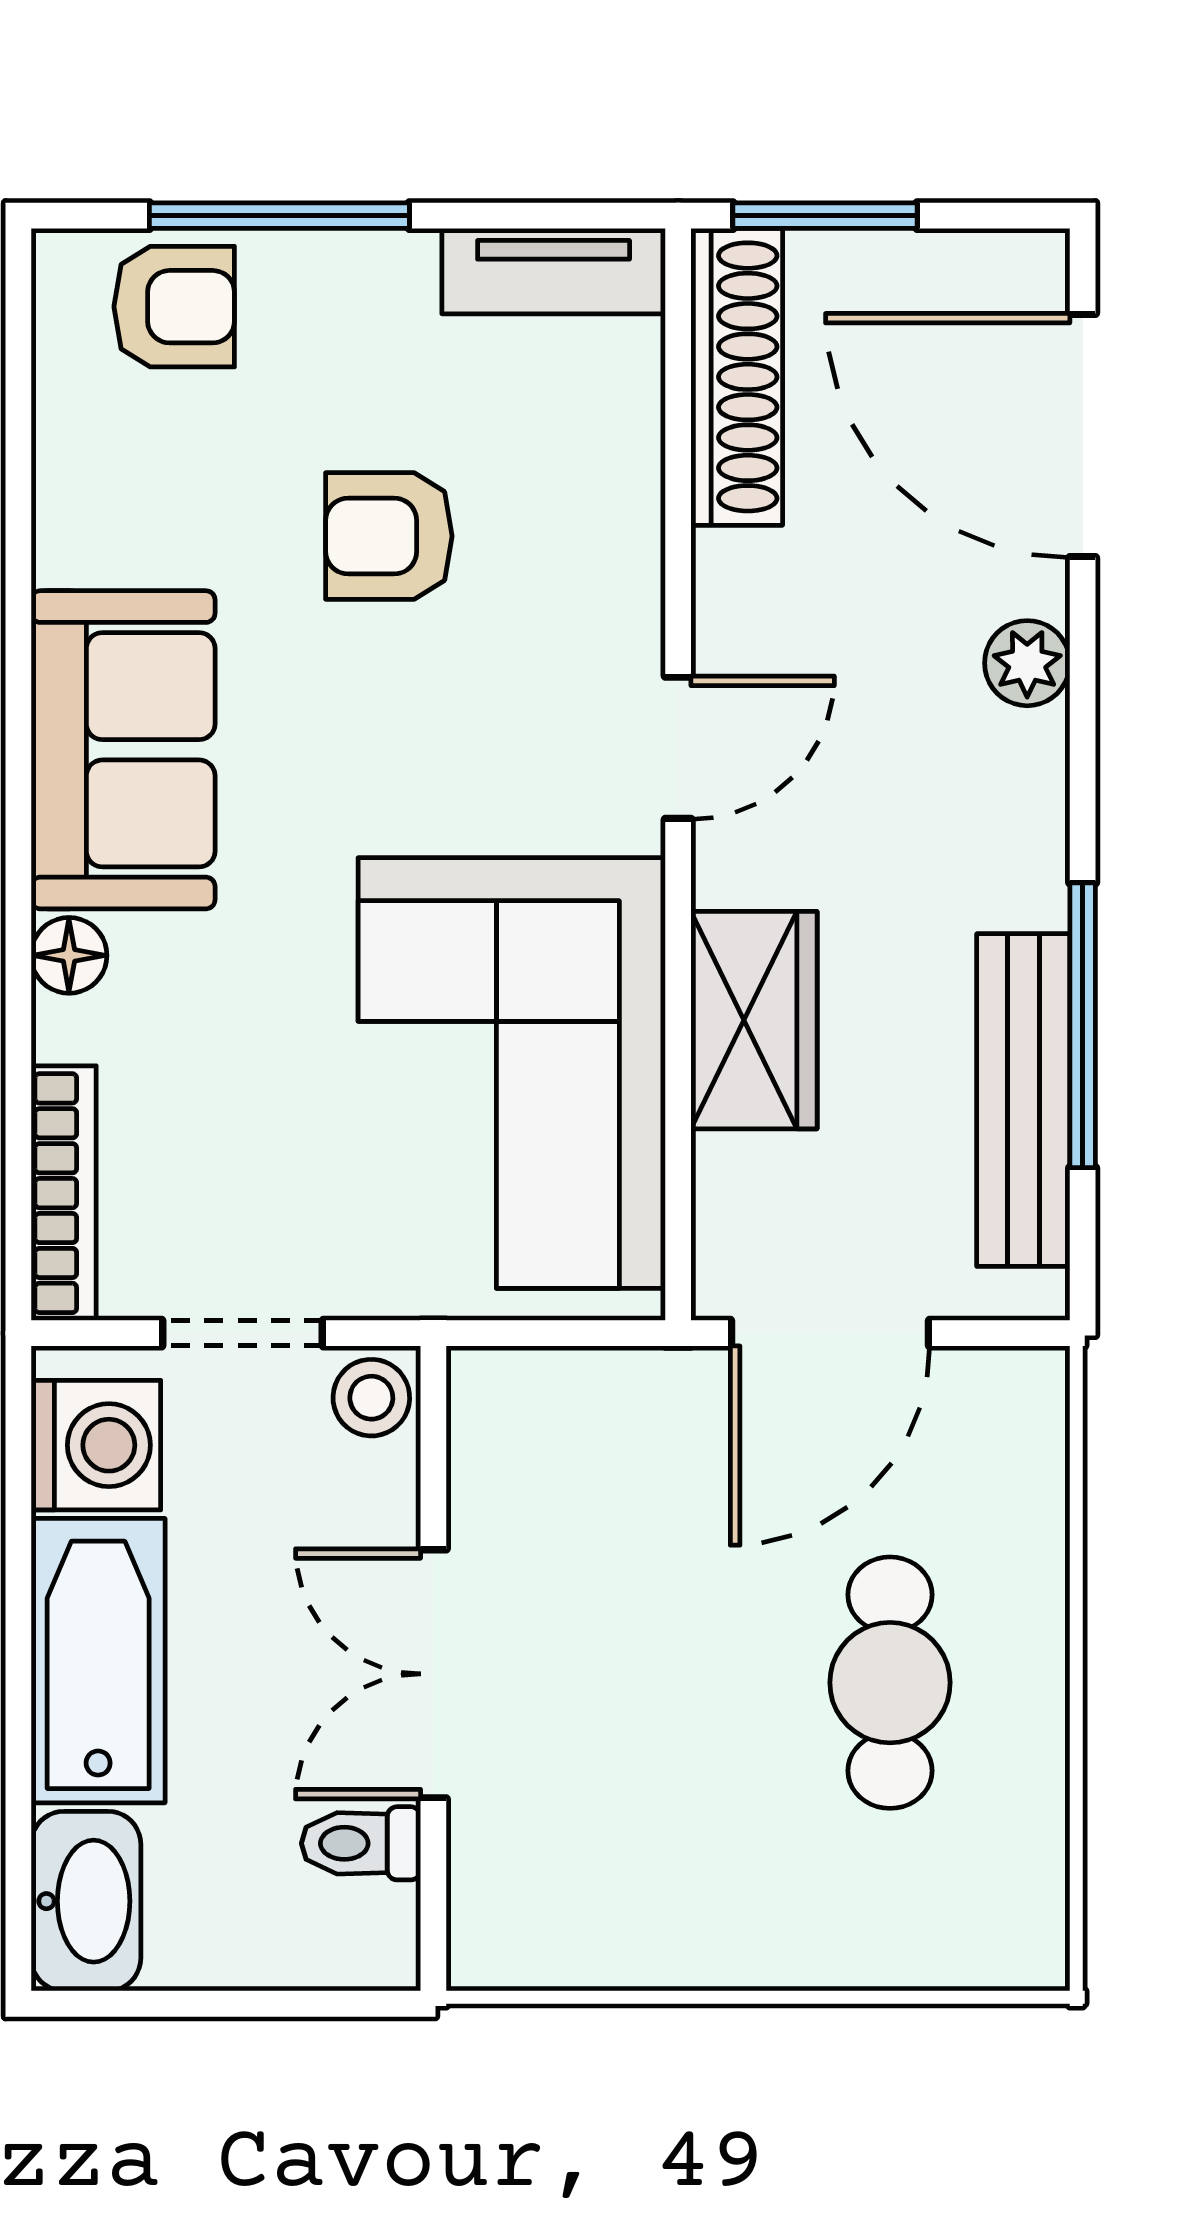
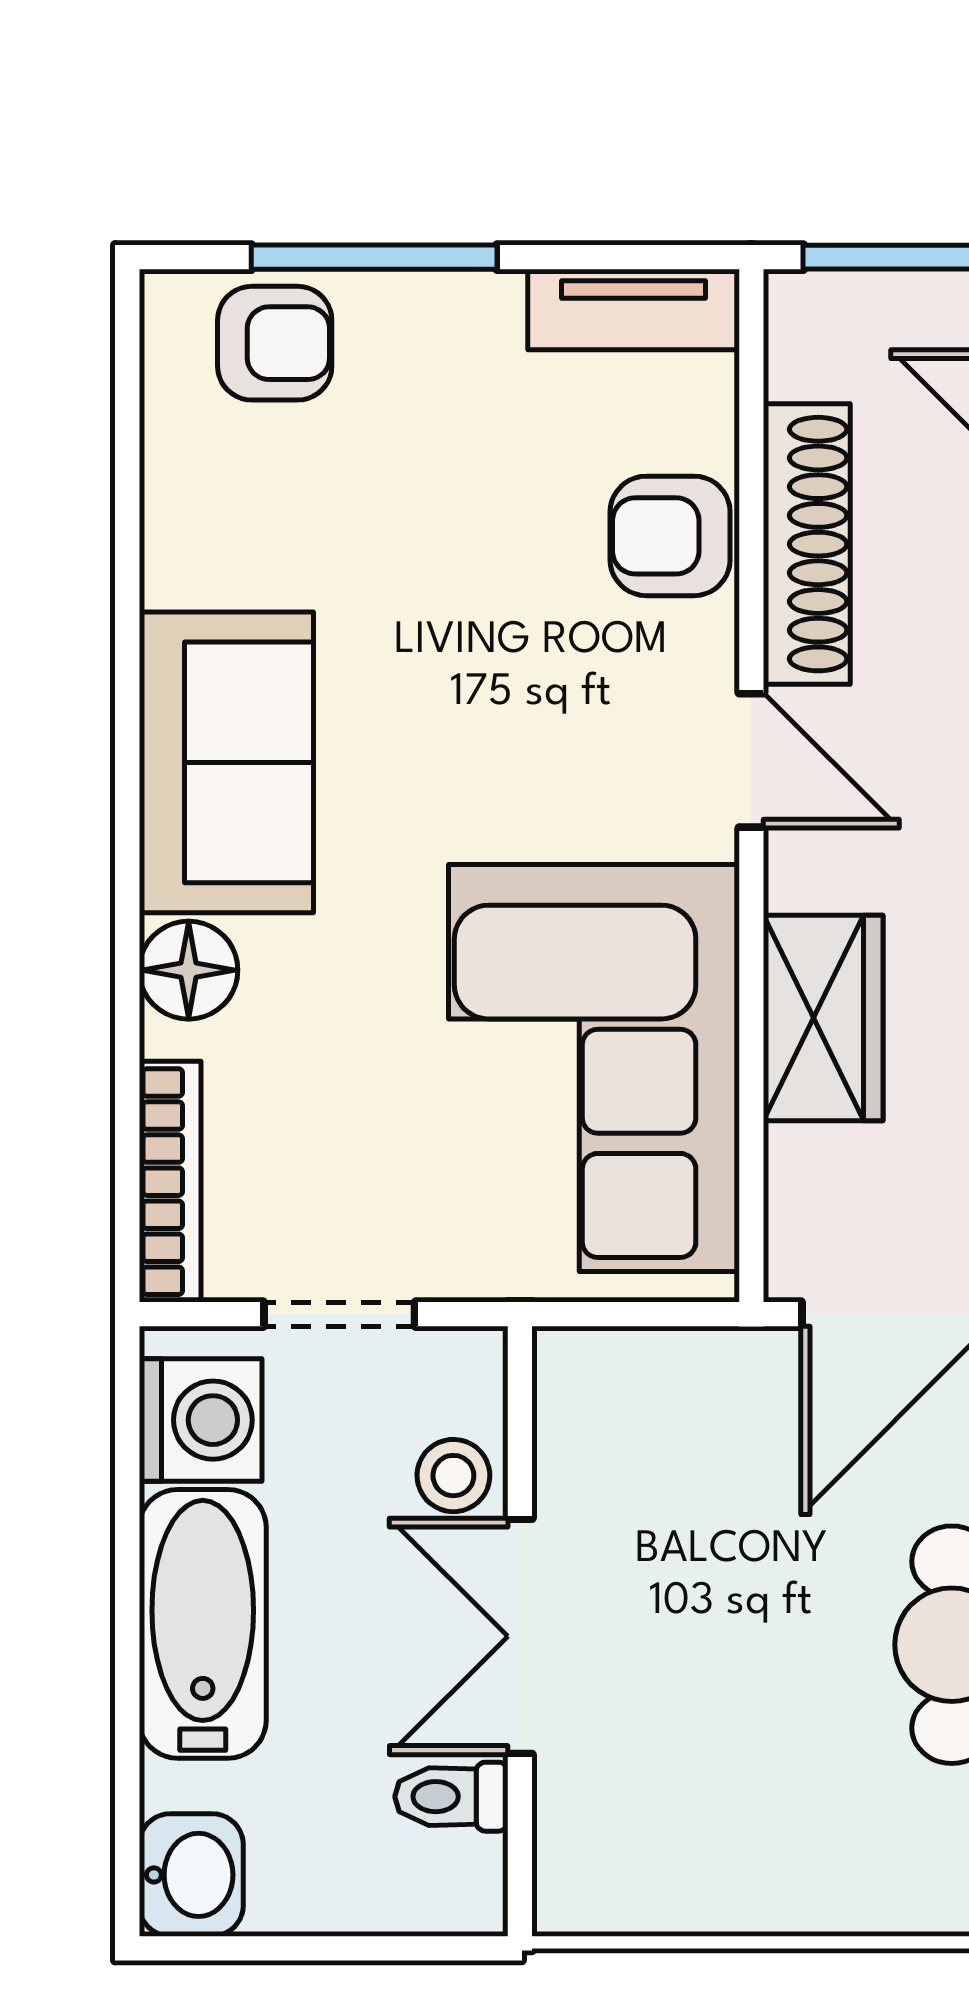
shoe rack: (737, 377) -> (807, 544), moved
armchair: (389, 536) -> (670, 536), moved
door: (678, 748) -> (751, 760), hinge flipped
floor lamp: (69, 955) -> (189, 970), width x1.37, depth x1.37
stool: (371, 1398) -> (453, 1476), moved
washbasin: (86, 1901) -> (191, 1875), width x0.72

